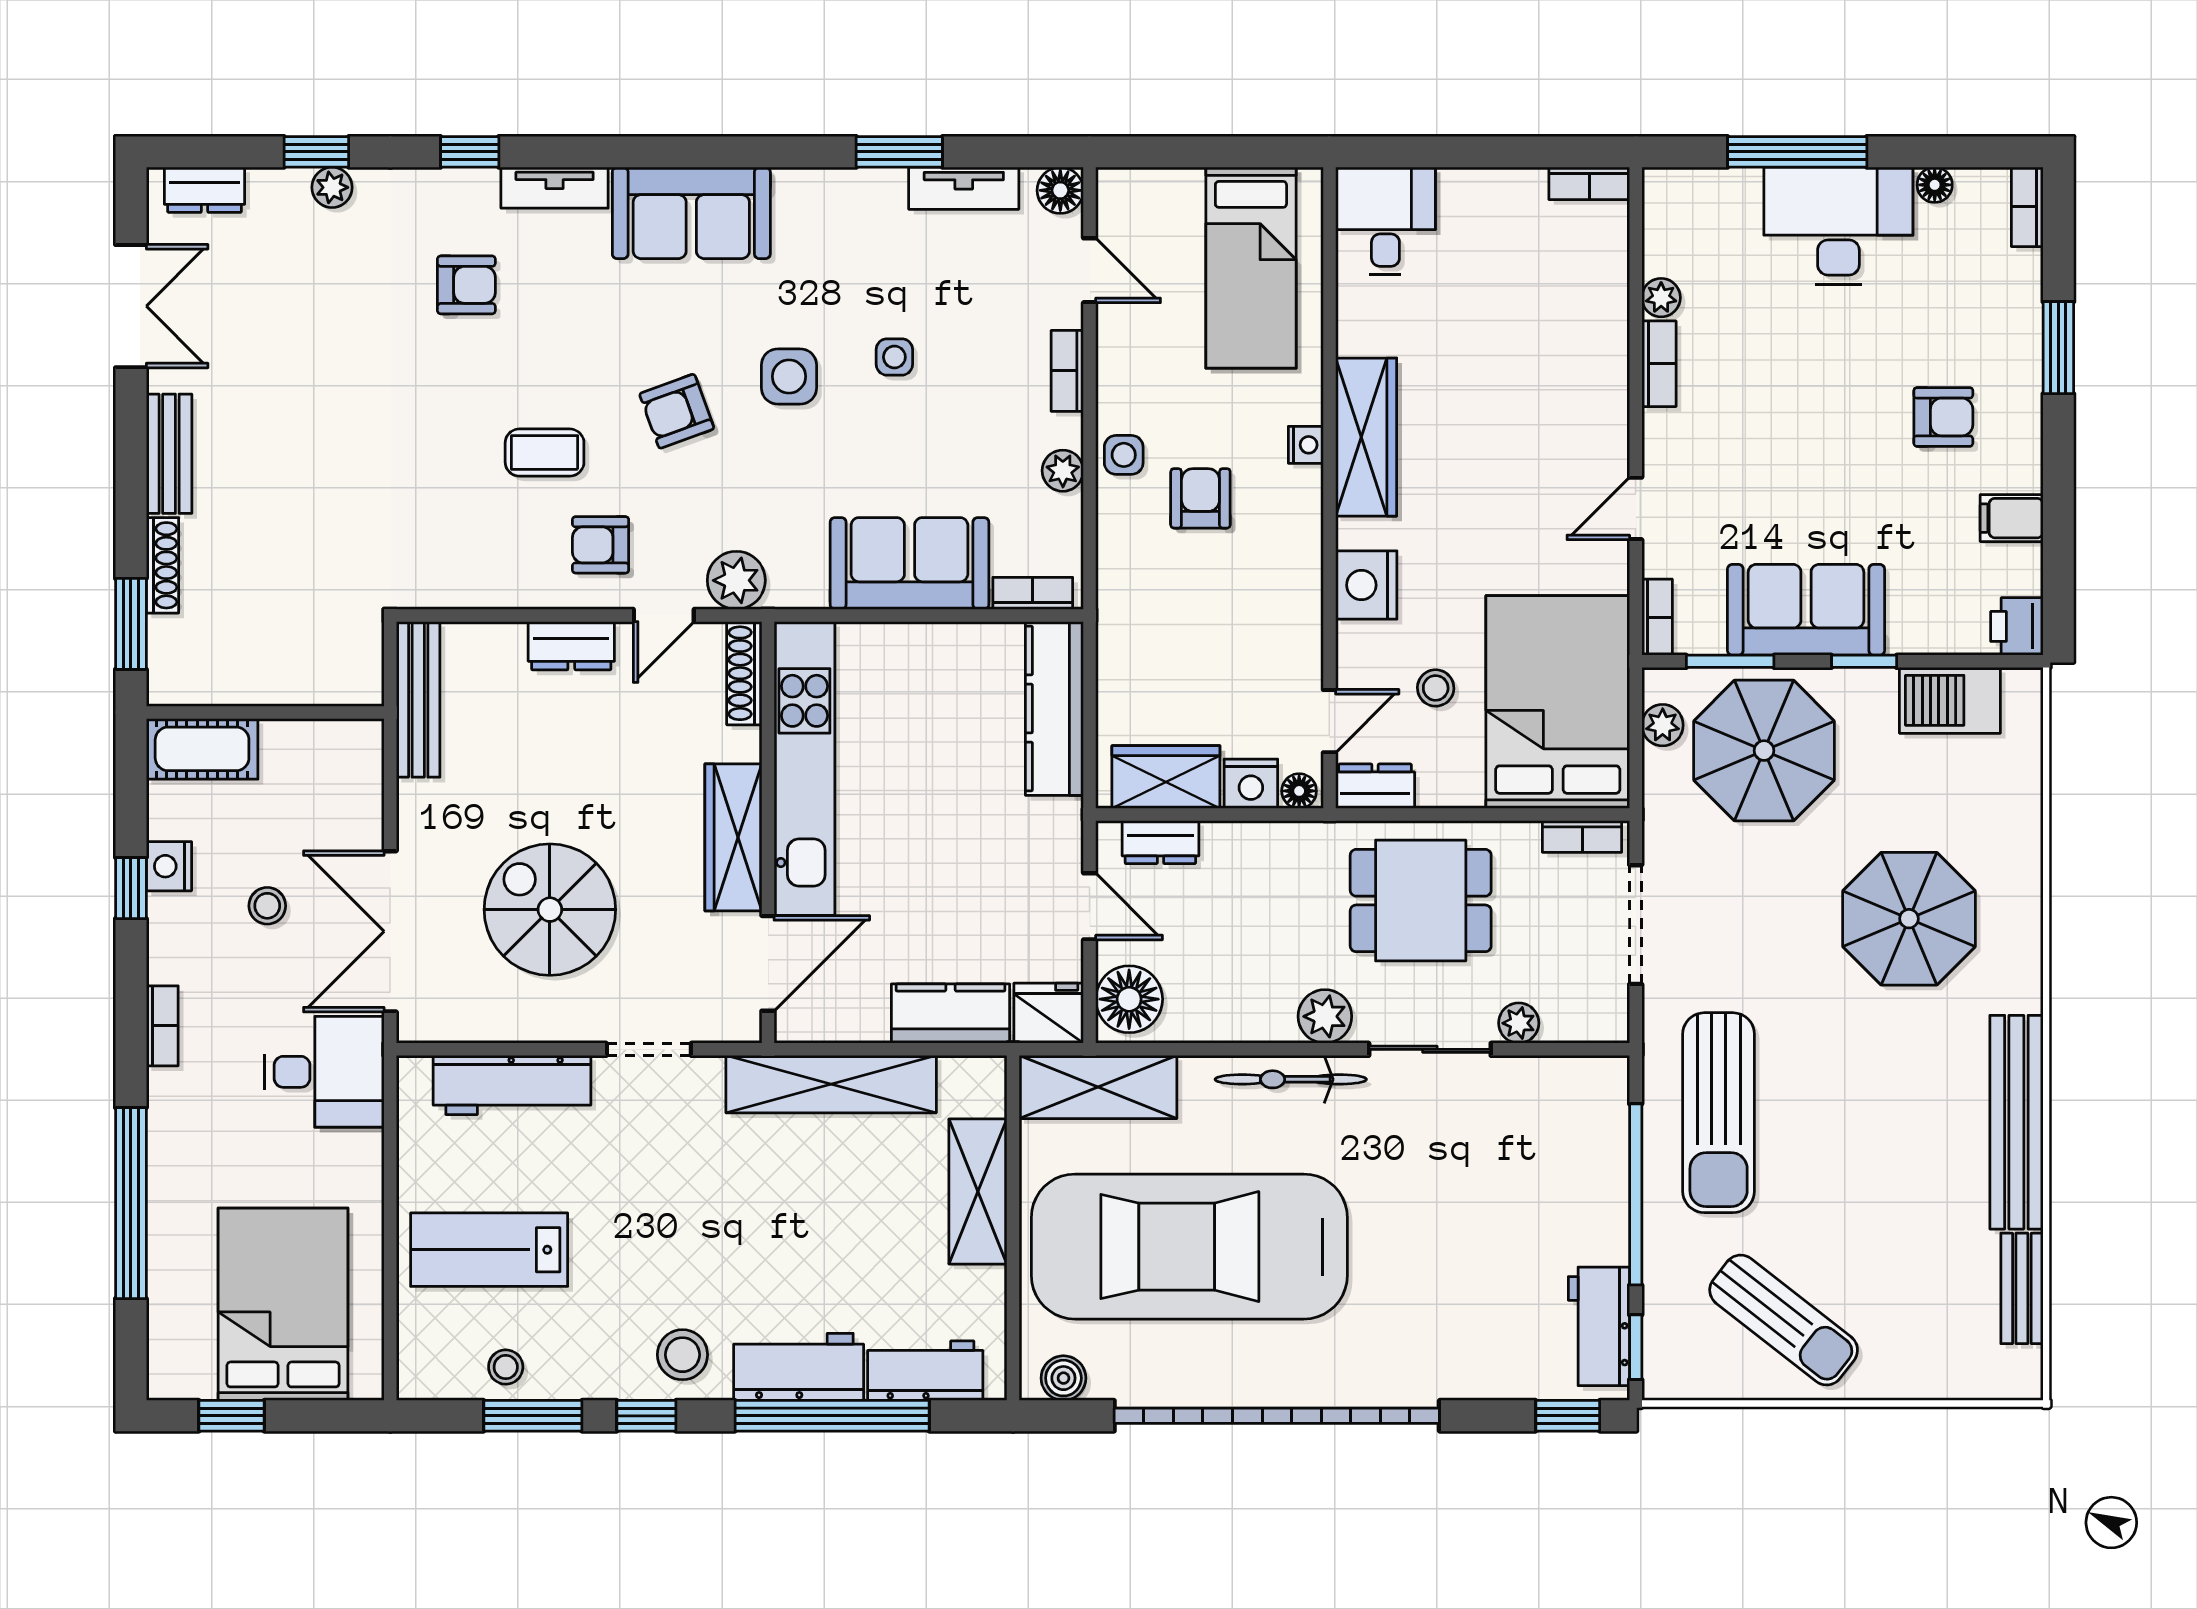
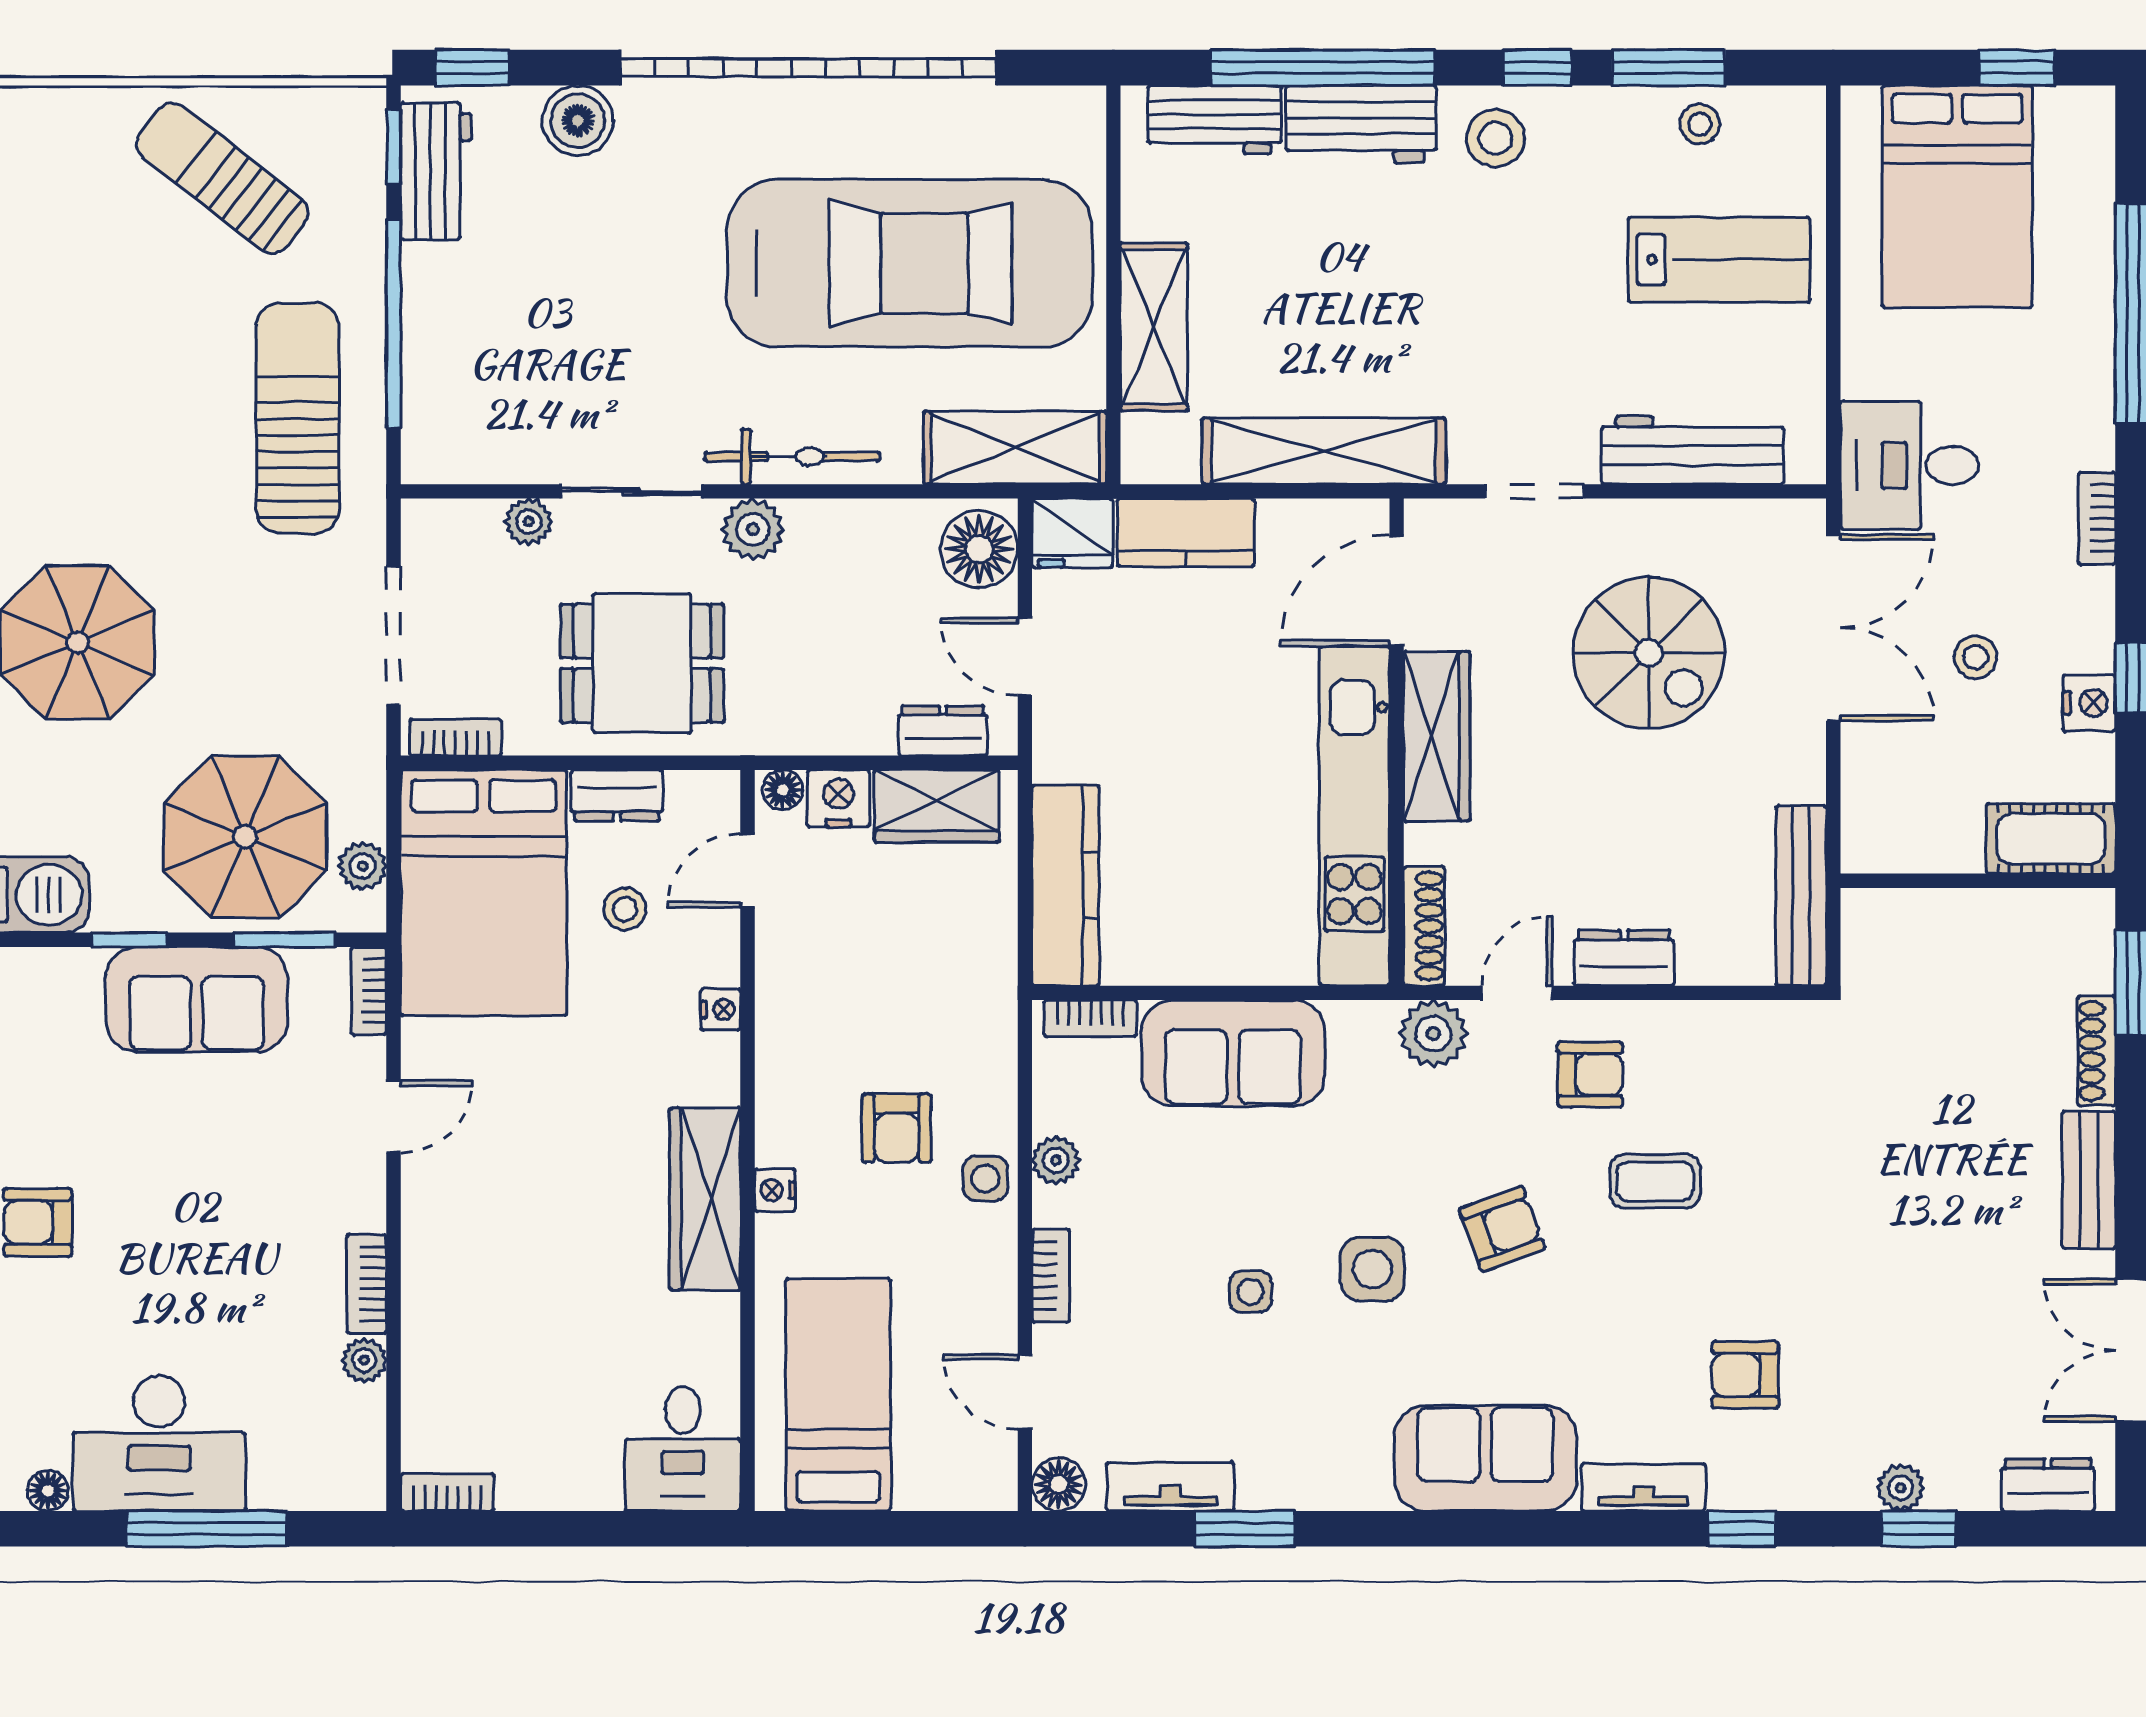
nightstand: (1366, 585) -> (721, 1009), width x0.53, depth x0.56
dresser: (1375, 786) -> (617, 796), moved
boiler: (1063, 1378) -> (578, 121), moved, width x1.36, depth x1.36

